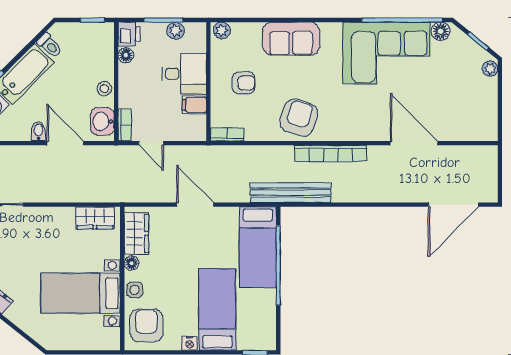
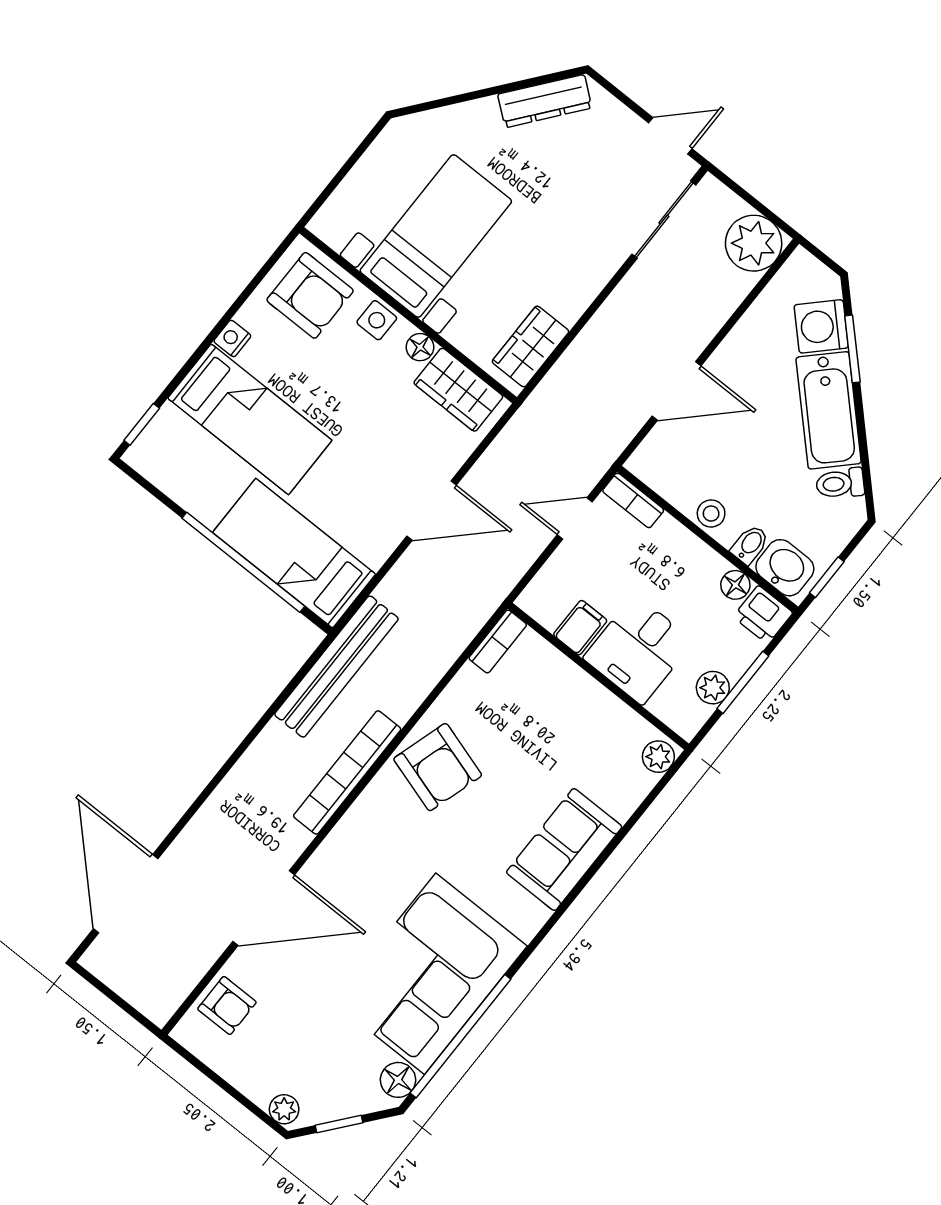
armchair: (244, 83) -> (227, 1006), moved, turned -90
washbasin: (102, 121) -> (785, 568), moved
bidet: (38, 131) -> (750, 545), moved, turned -90

